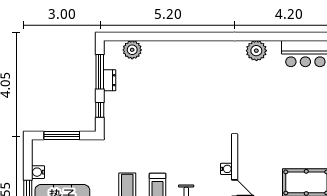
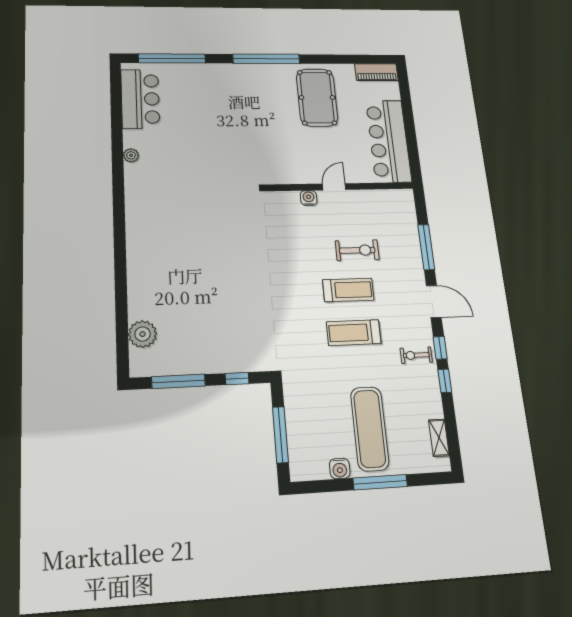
plant: (256, 51) -> (131, 155), width x0.53, depth x0.53
dresser: (110, 80) -> (191, 366), removed

